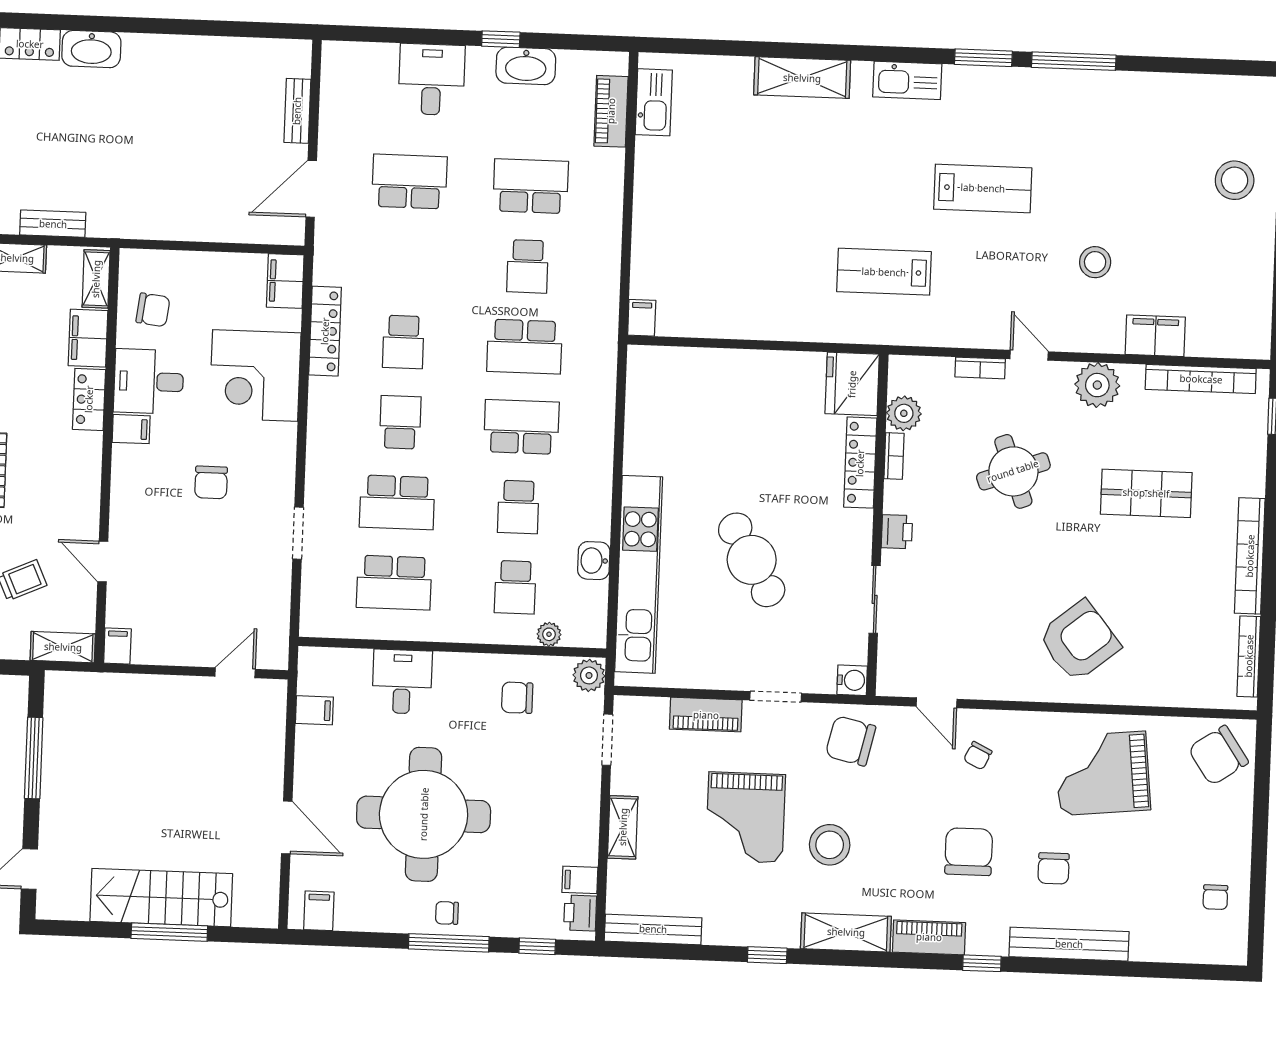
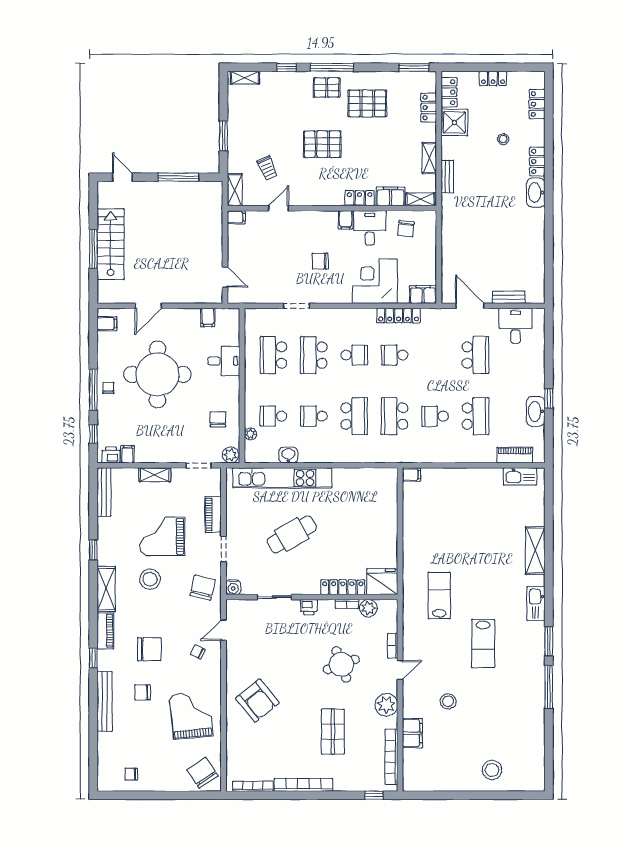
desk: (432, 79) -> (516, 326), moved, turned -90

